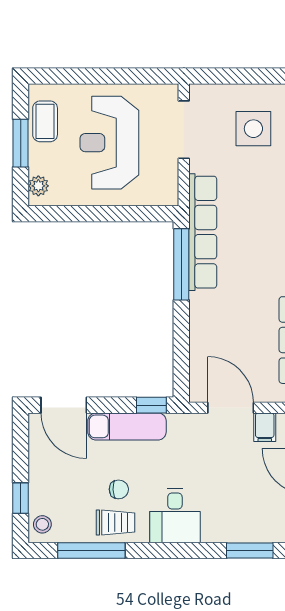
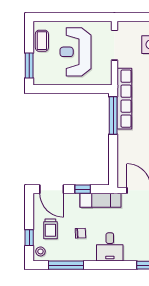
window: (21, 143) -> (29, 65), moved
plant: (38, 186) -> (38, 74), removed
window: (151, 405) -> (83, 189), moved
exam couch: (127, 426) -> (101, 200), moved
trolley: (115, 523) -> (50, 229), moved, turned 90

